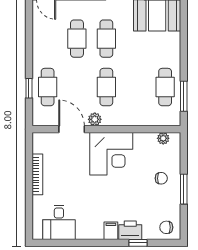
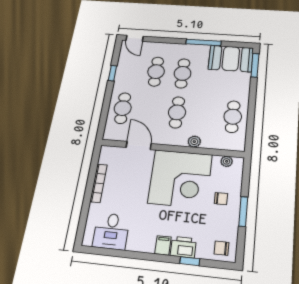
window: (29, 88) -> (112, 73), moved
window: (184, 96) -> (255, 65), moved
plant: (95, 119) -> (194, 142), moved
corner desk: (111, 154) -> (180, 179), width x1.36, depth x1.36

